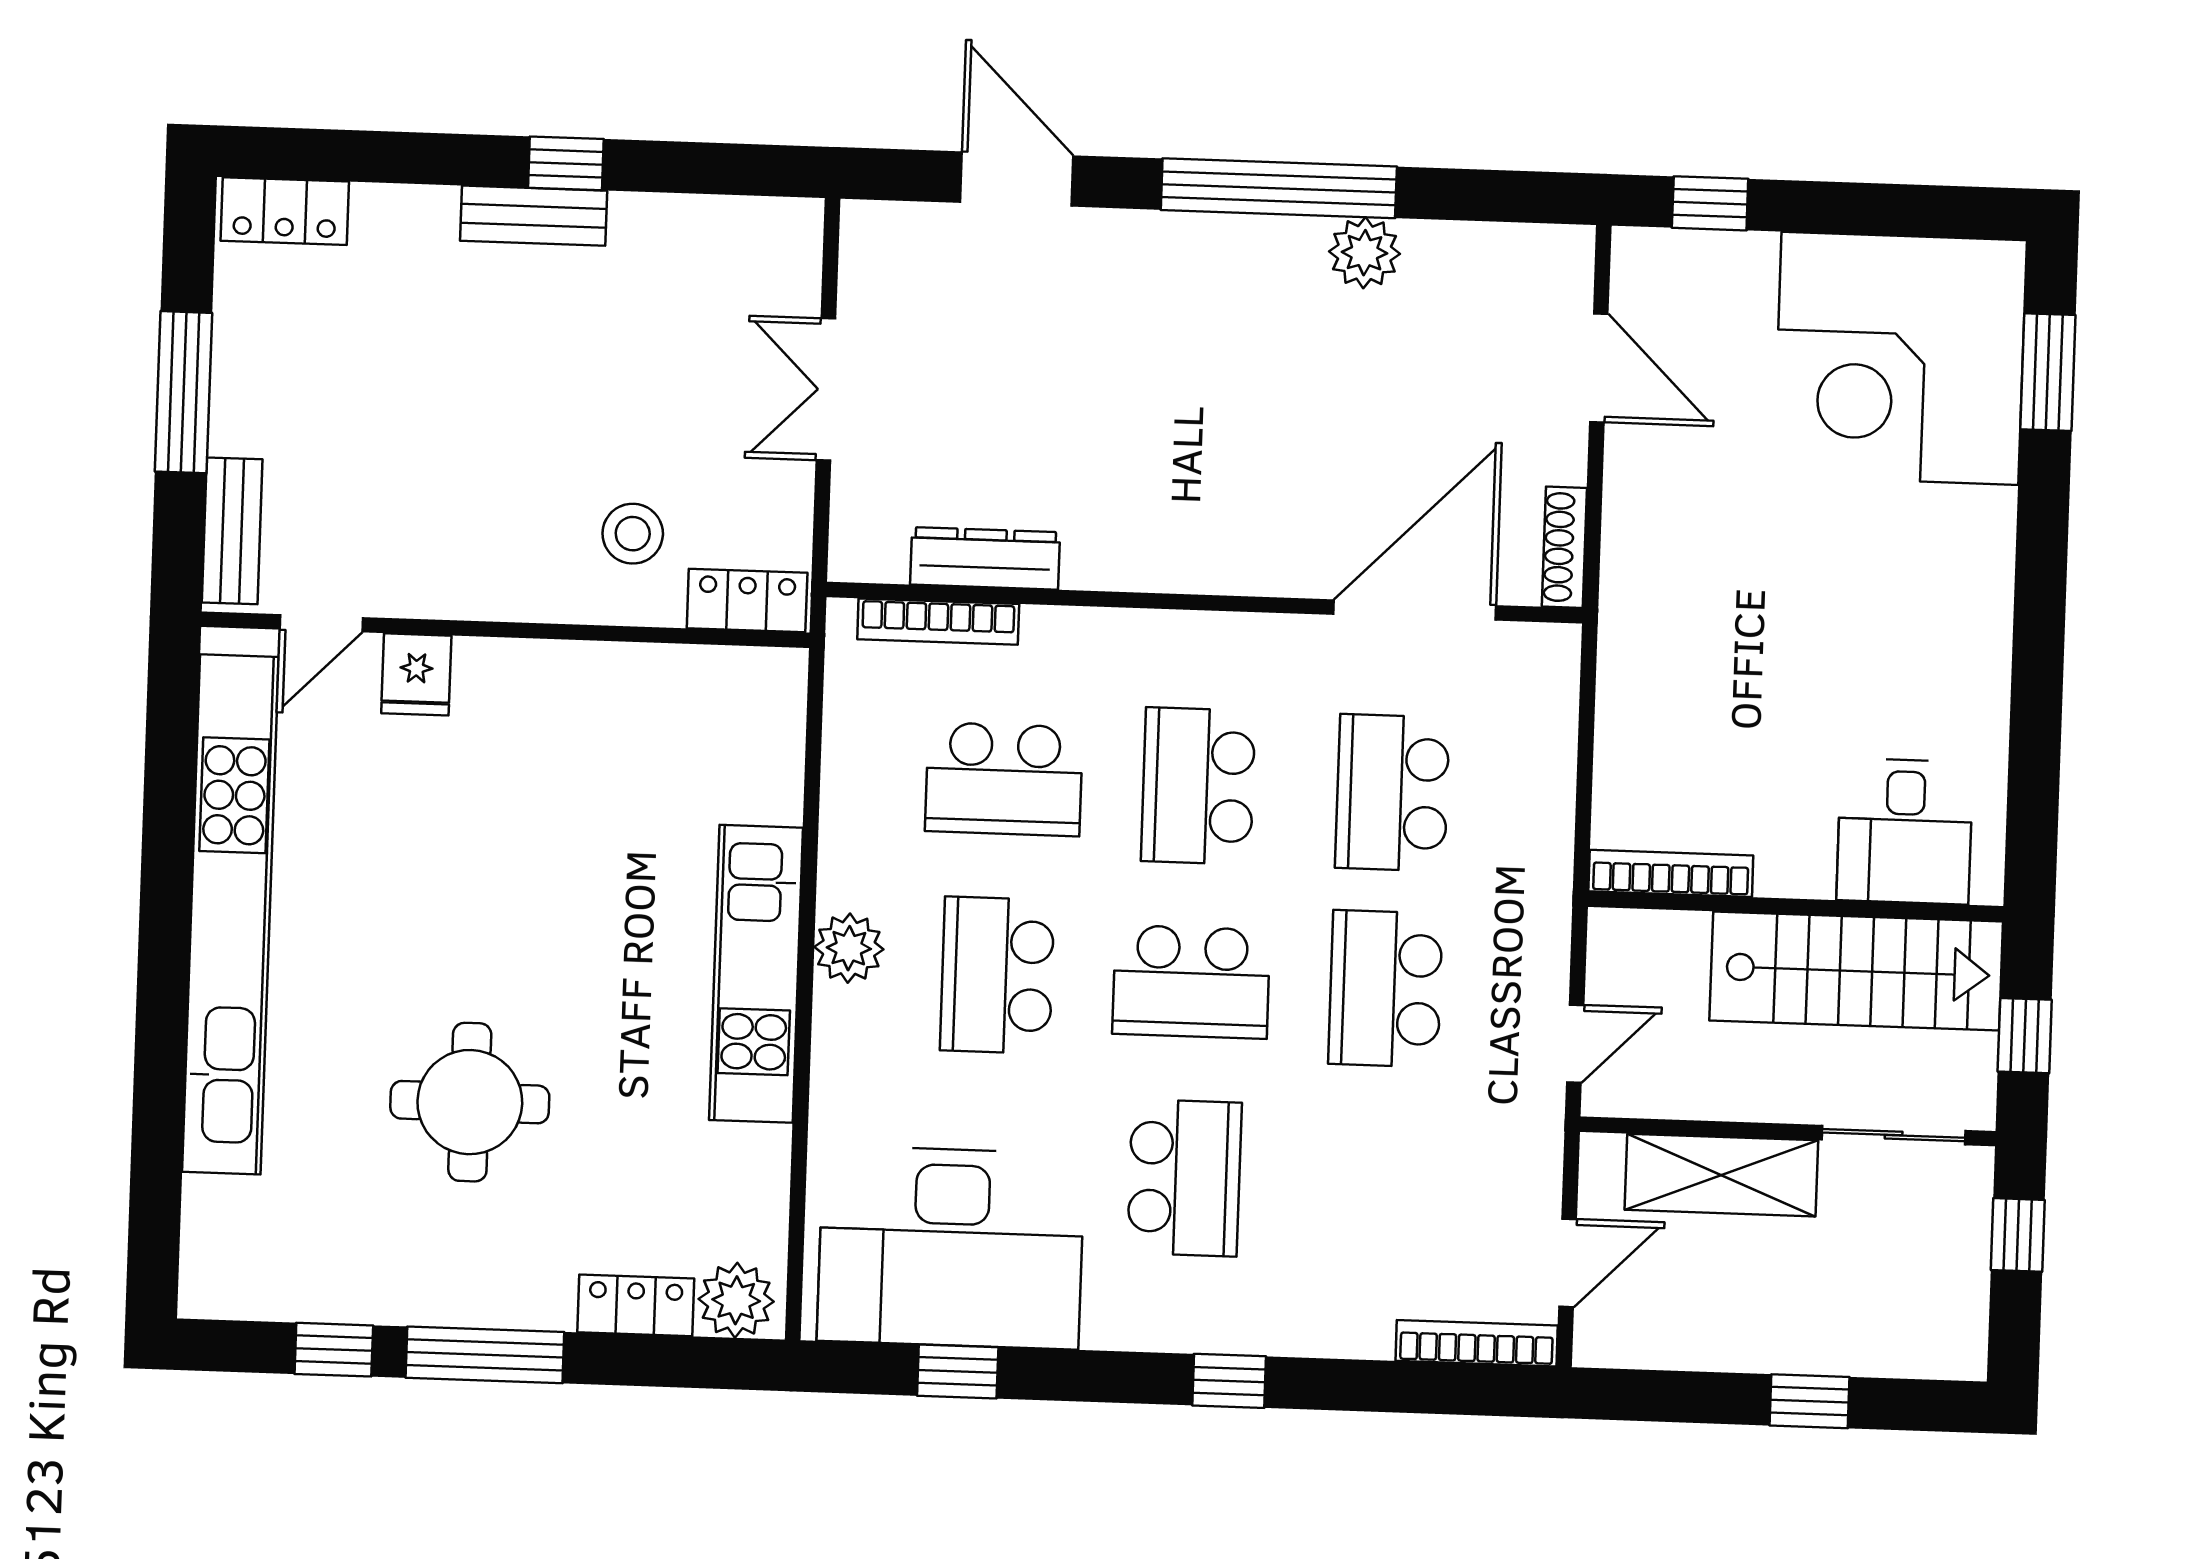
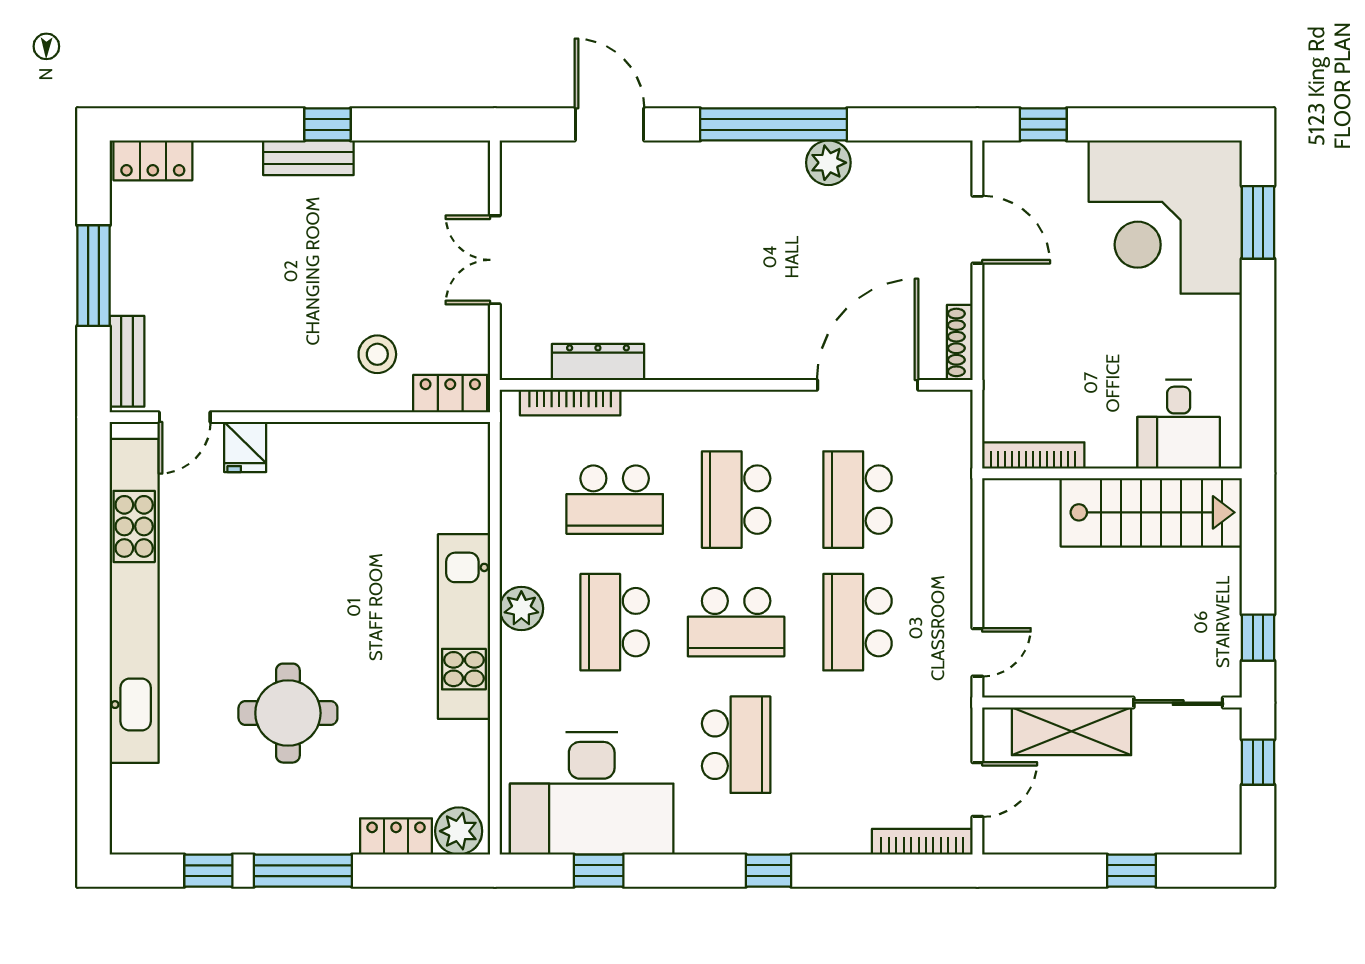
desk: (1905, 831) -> (1179, 424), moved
bookcase: (1671, 873) -> (1033, 455), moved
wall: (1796, 906) -> (1112, 473), moved
stairs: (1856, 971) -> (1151, 512), moved

